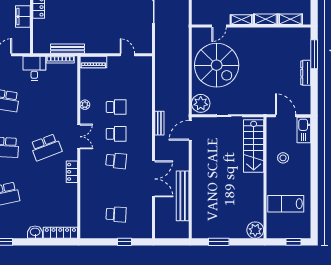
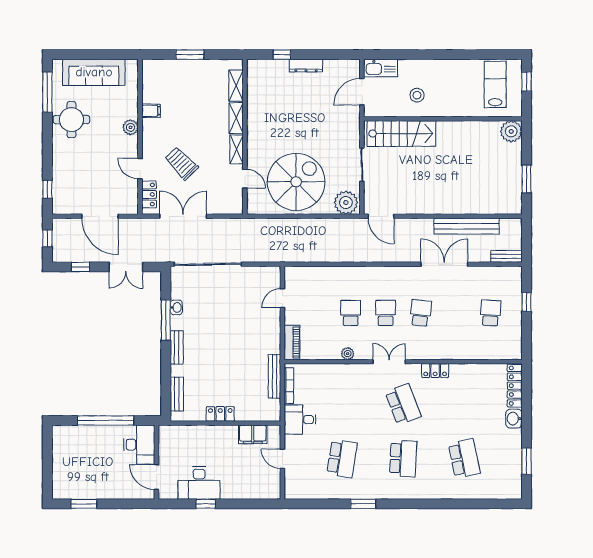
filing cabinet: (23, 17) -> (253, 434), moved
window: (314, 54) -> (282, 55), width x0.46
bench: (159, 123) -> (506, 256), moved
lab bench: (286, 204) -> (495, 84), moved, turned 180

